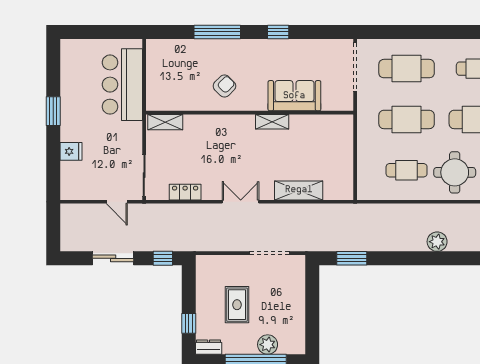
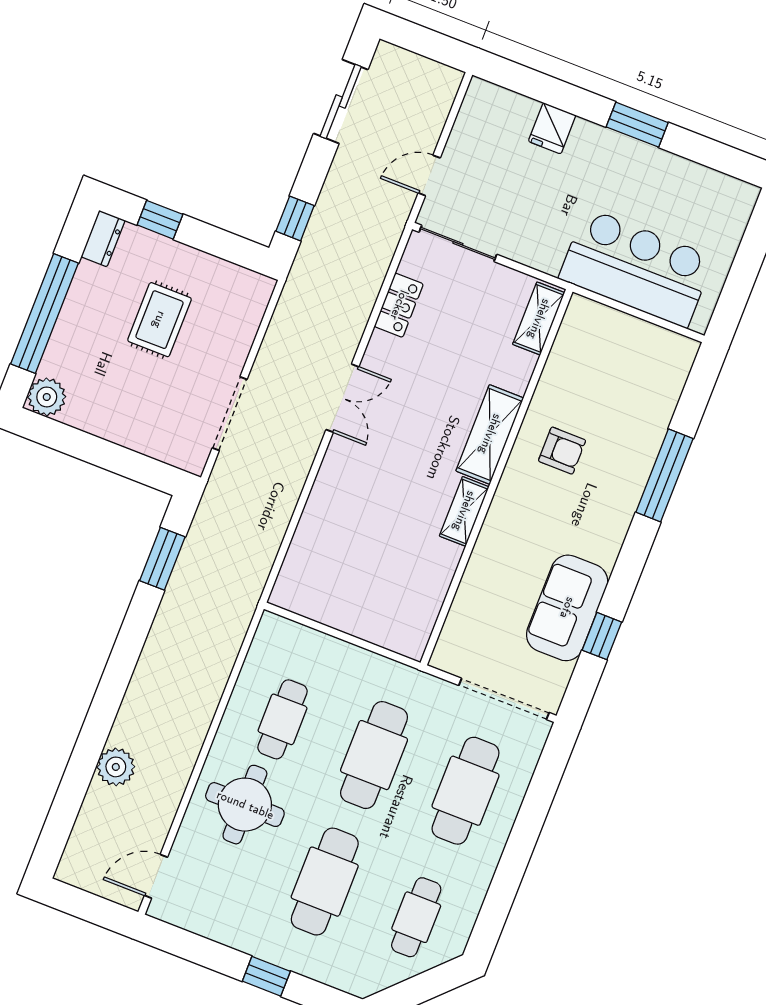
window: (278, 32) -> (602, 636), moved
armchair: (224, 86) -> (562, 451), turned -45
sofa: (294, 96) -> (567, 608), moved, turned 180
shelving: (299, 190) -> (490, 434), moved
plant: (437, 242) -> (116, 767), moved
sliding door: (113, 258) -> (341, 101), moved
rug: (237, 305) -> (159, 320), turned 90
plant: (268, 345) -> (47, 397), moved

